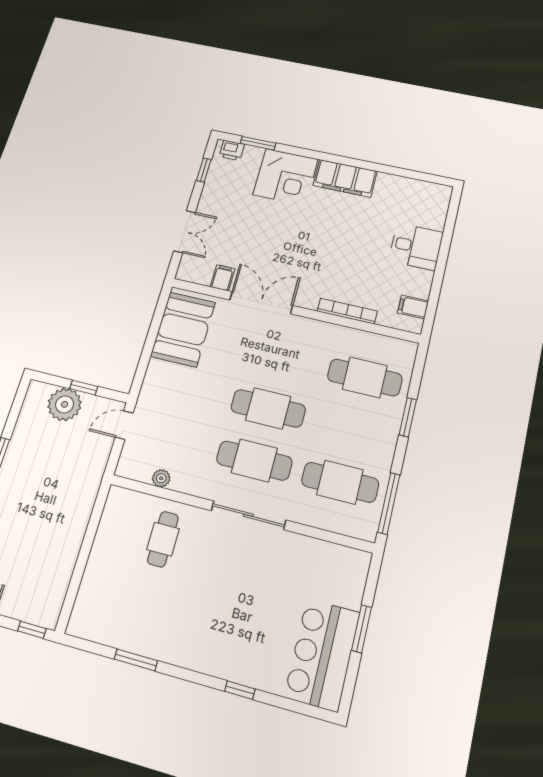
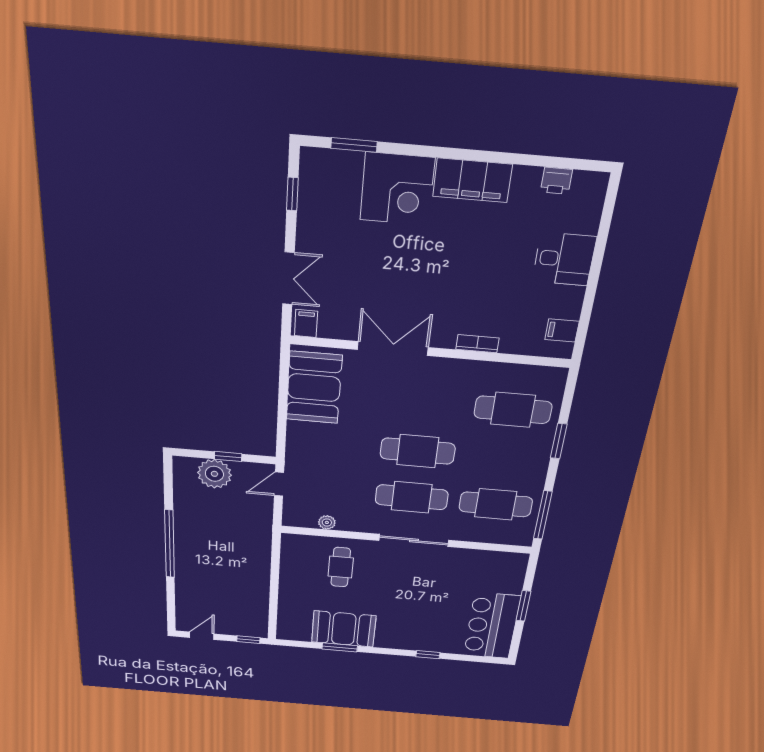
printer: (232, 150) -> (556, 181), moved
filing cabinet: (223, 278) -> (306, 323), moved
bookcase: (347, 311) -> (478, 344), width x0.64
booth: (147, 631) -> (344, 629), added

